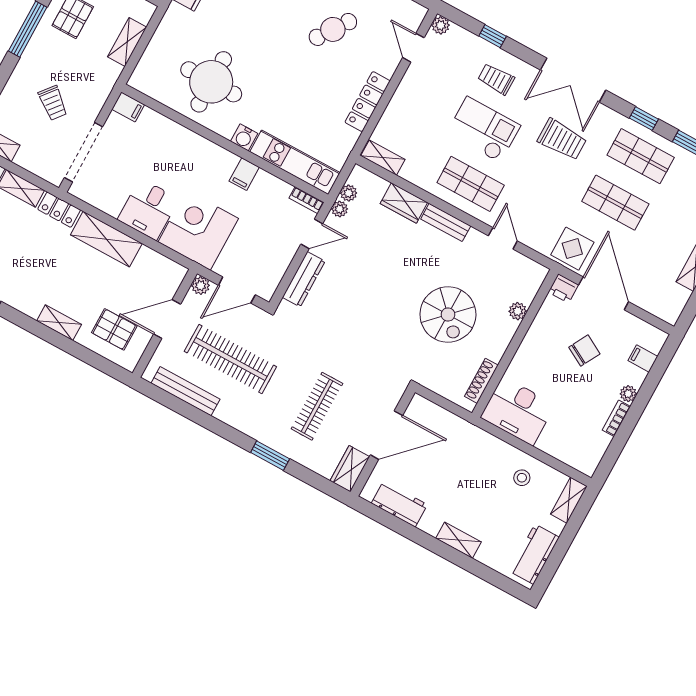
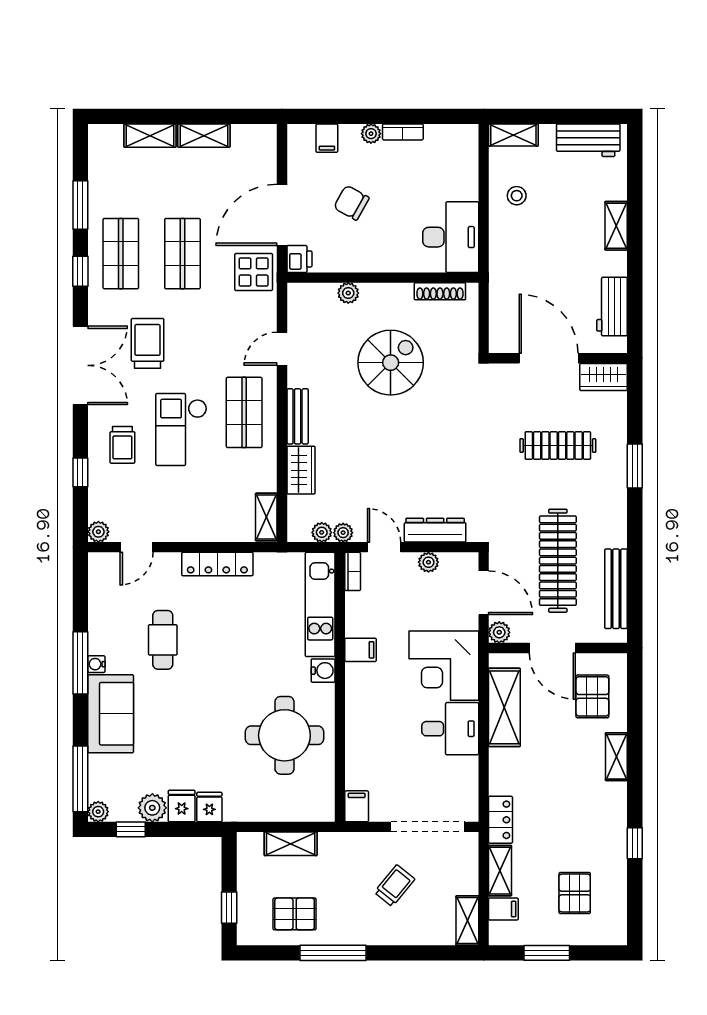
cafe table: (333, 29) -> (163, 640), turned 55
shelving: (106, 239) -> (504, 707), moved
plant: (282, 261) -> (428, 562), added

